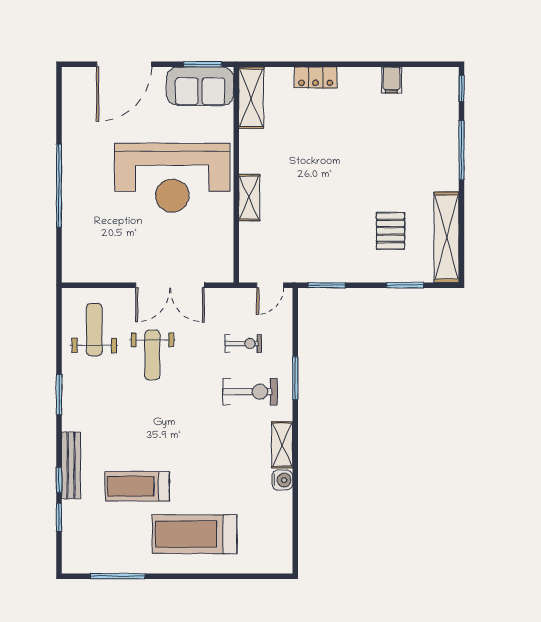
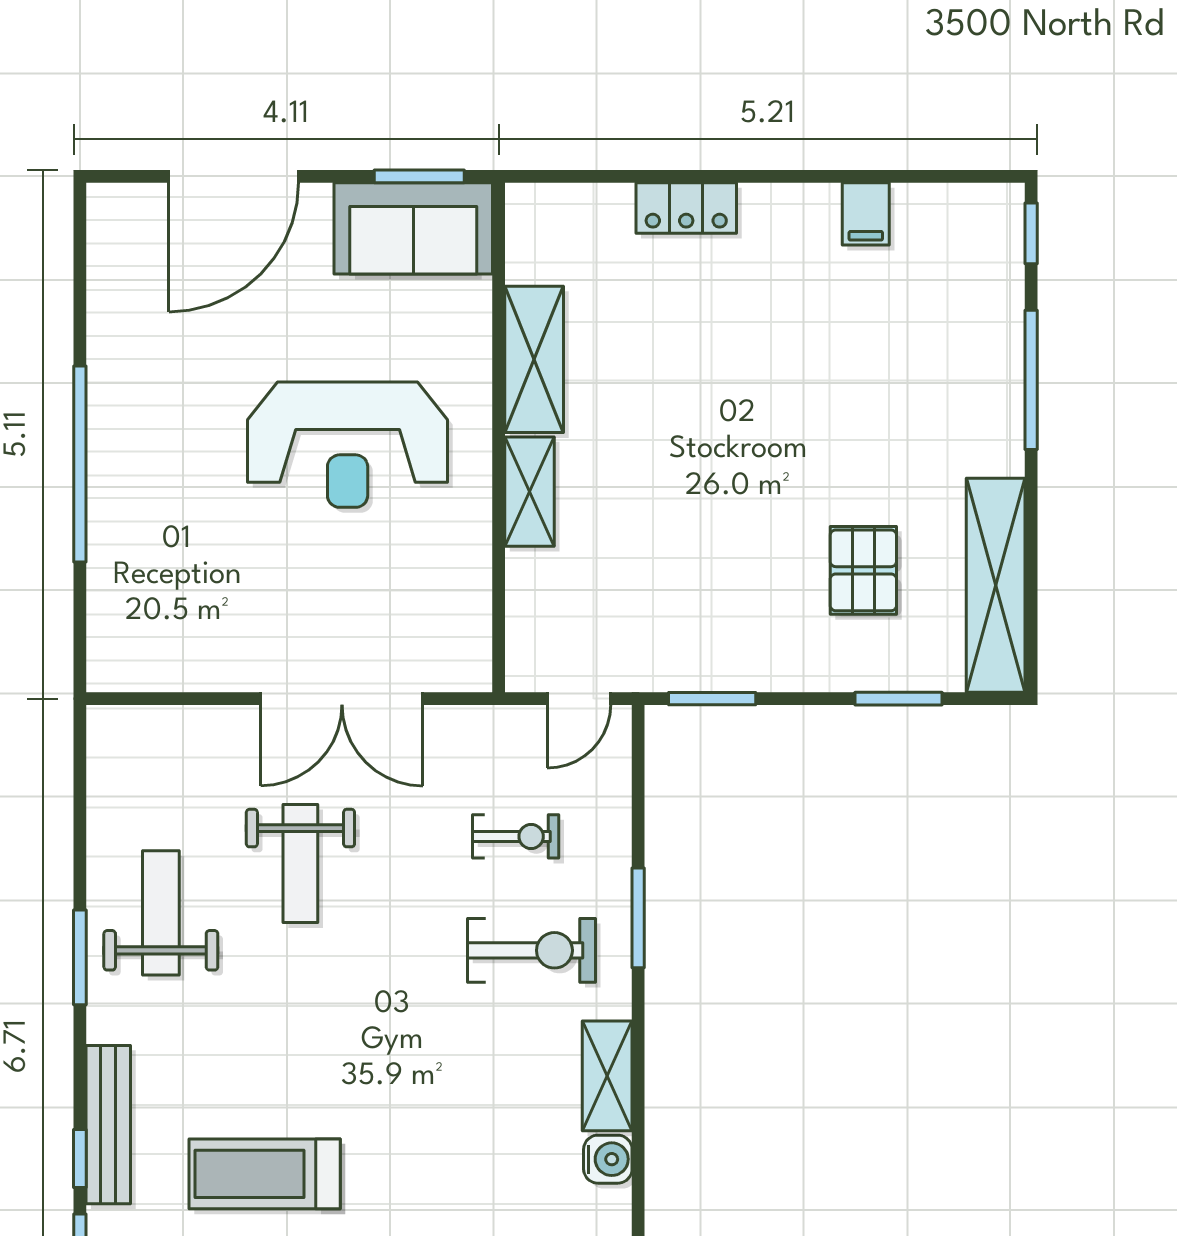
shelving: (251, 98) -> (534, 359), moved
reception desk: (172, 178) -> (348, 445), width x0.74, depth x0.77
weight bench: (94, 330) -> (161, 913), moved

